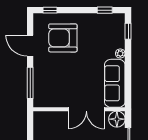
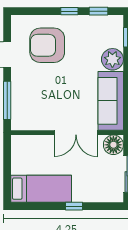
window: (50, 10) -> (69, 11), moved
plant: (120, 54) -> (112, 59), width x1.88, depth x1.88

